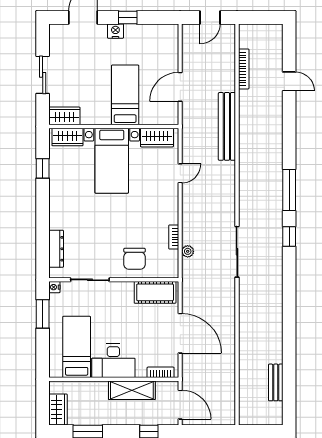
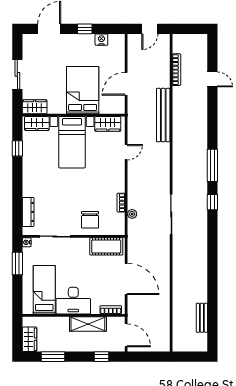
nightstand: (115, 31) -> (101, 40), moved
bed: (125, 95) -> (83, 90), width x1.50

